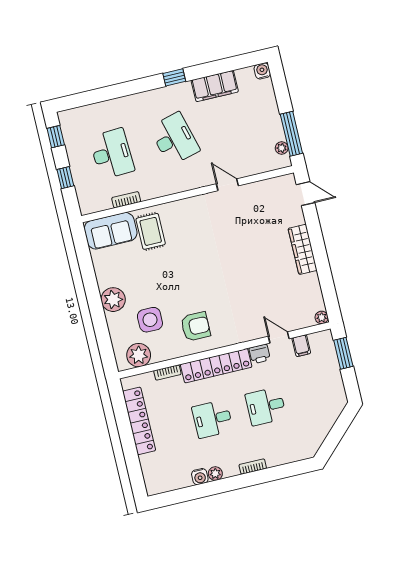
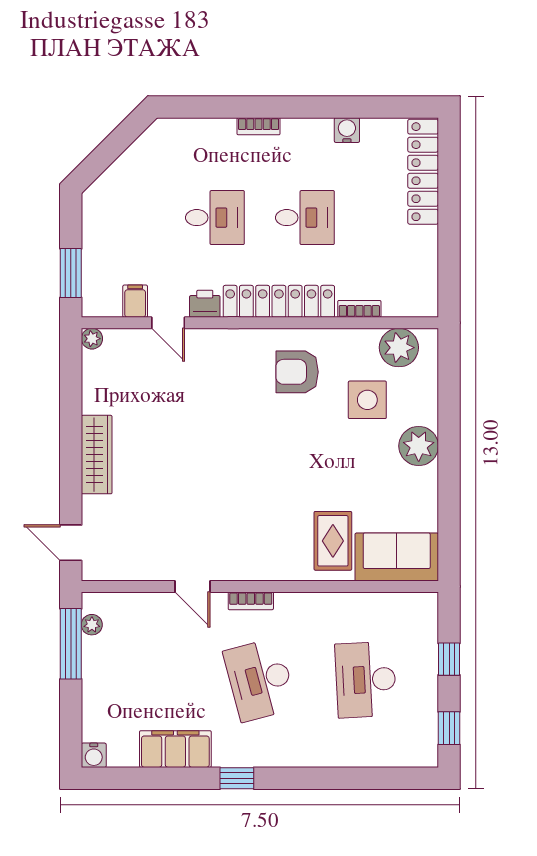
bookcase: (126, 200) -> (251, 601), moved
locker: (139, 421) -> (423, 172), moved
plant: (215, 474) -> (321, 129), removed

